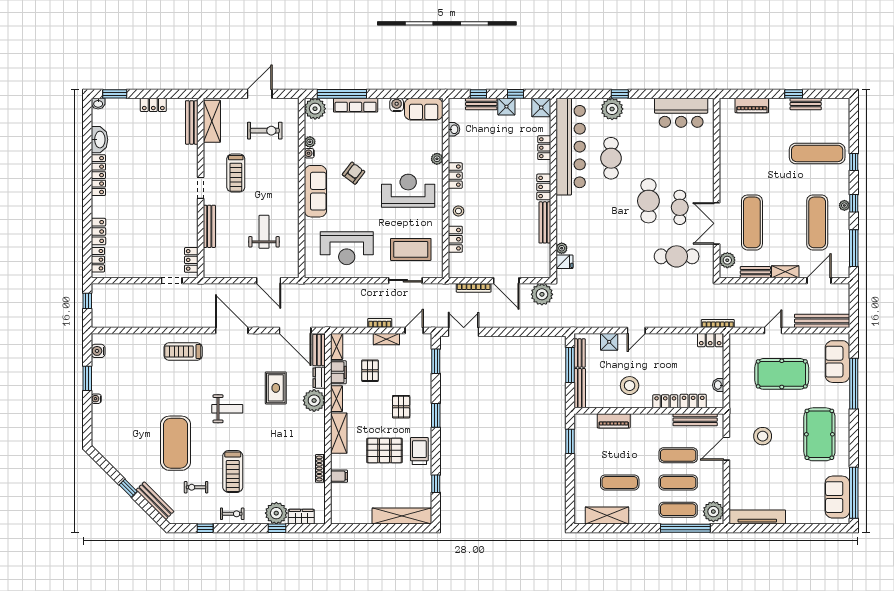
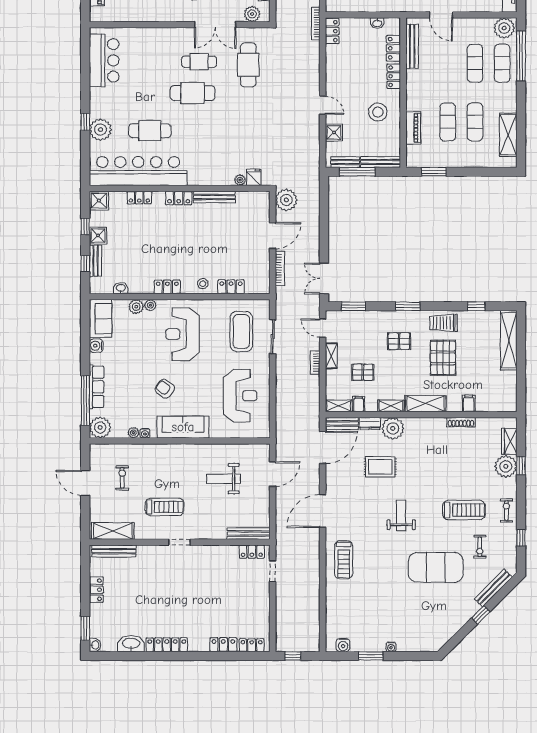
exercise bike: (265, 131) -> (122, 478), width x0.73, depth x0.72
plant: (435, 145) -> (136, 307), added
bench: (209, 226) -> (249, 533), moved
filing cabinet: (338, 372) -> (359, 404), width x0.50
exercise mat: (678, 455) -> (448, 122), moved

